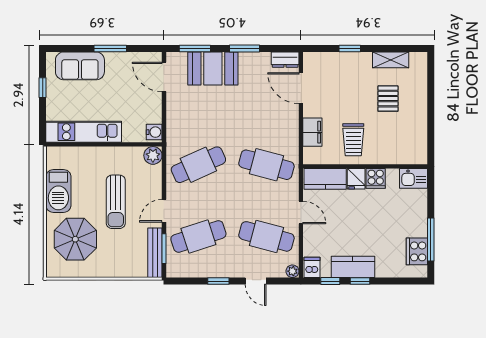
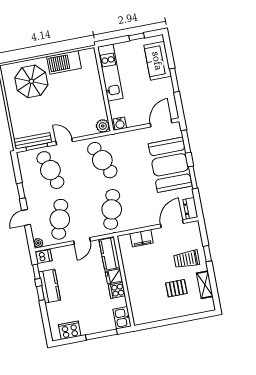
booth: (213, 69) -> (170, 165), width x1.36, depth x1.42
trolley: (353, 140) -> (187, 259), moved
sun lounger: (116, 202) -> (64, 105), removed
window: (431, 240) -> (101, 335), moved

